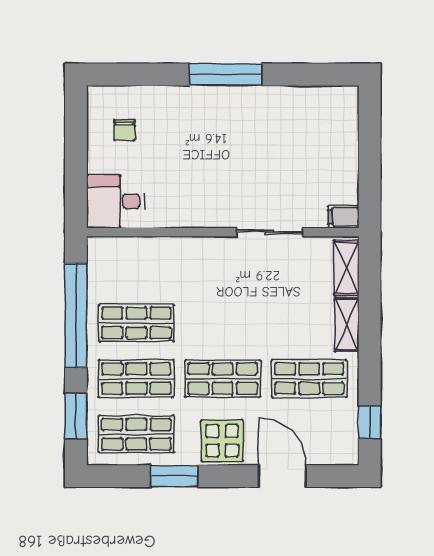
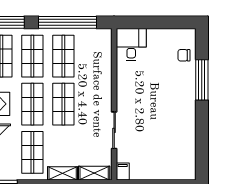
window: (226, 75) -> (202, 80), moved
chair: (124, 130) -> (184, 55), moved
shop shelf: (223, 323) -> (63, 104), added

